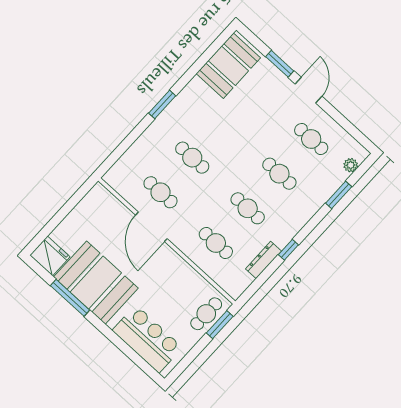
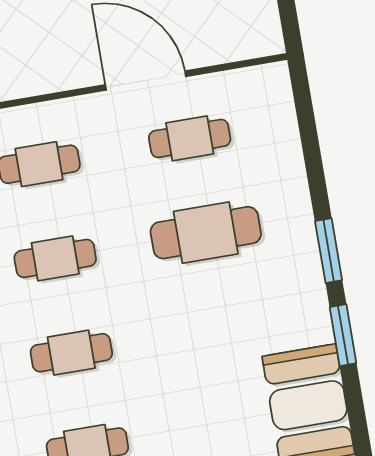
window: (191, 73) -> (343, 335), added
cafe table: (192, 158) -> (206, 233), width x1.37, depth x1.35

